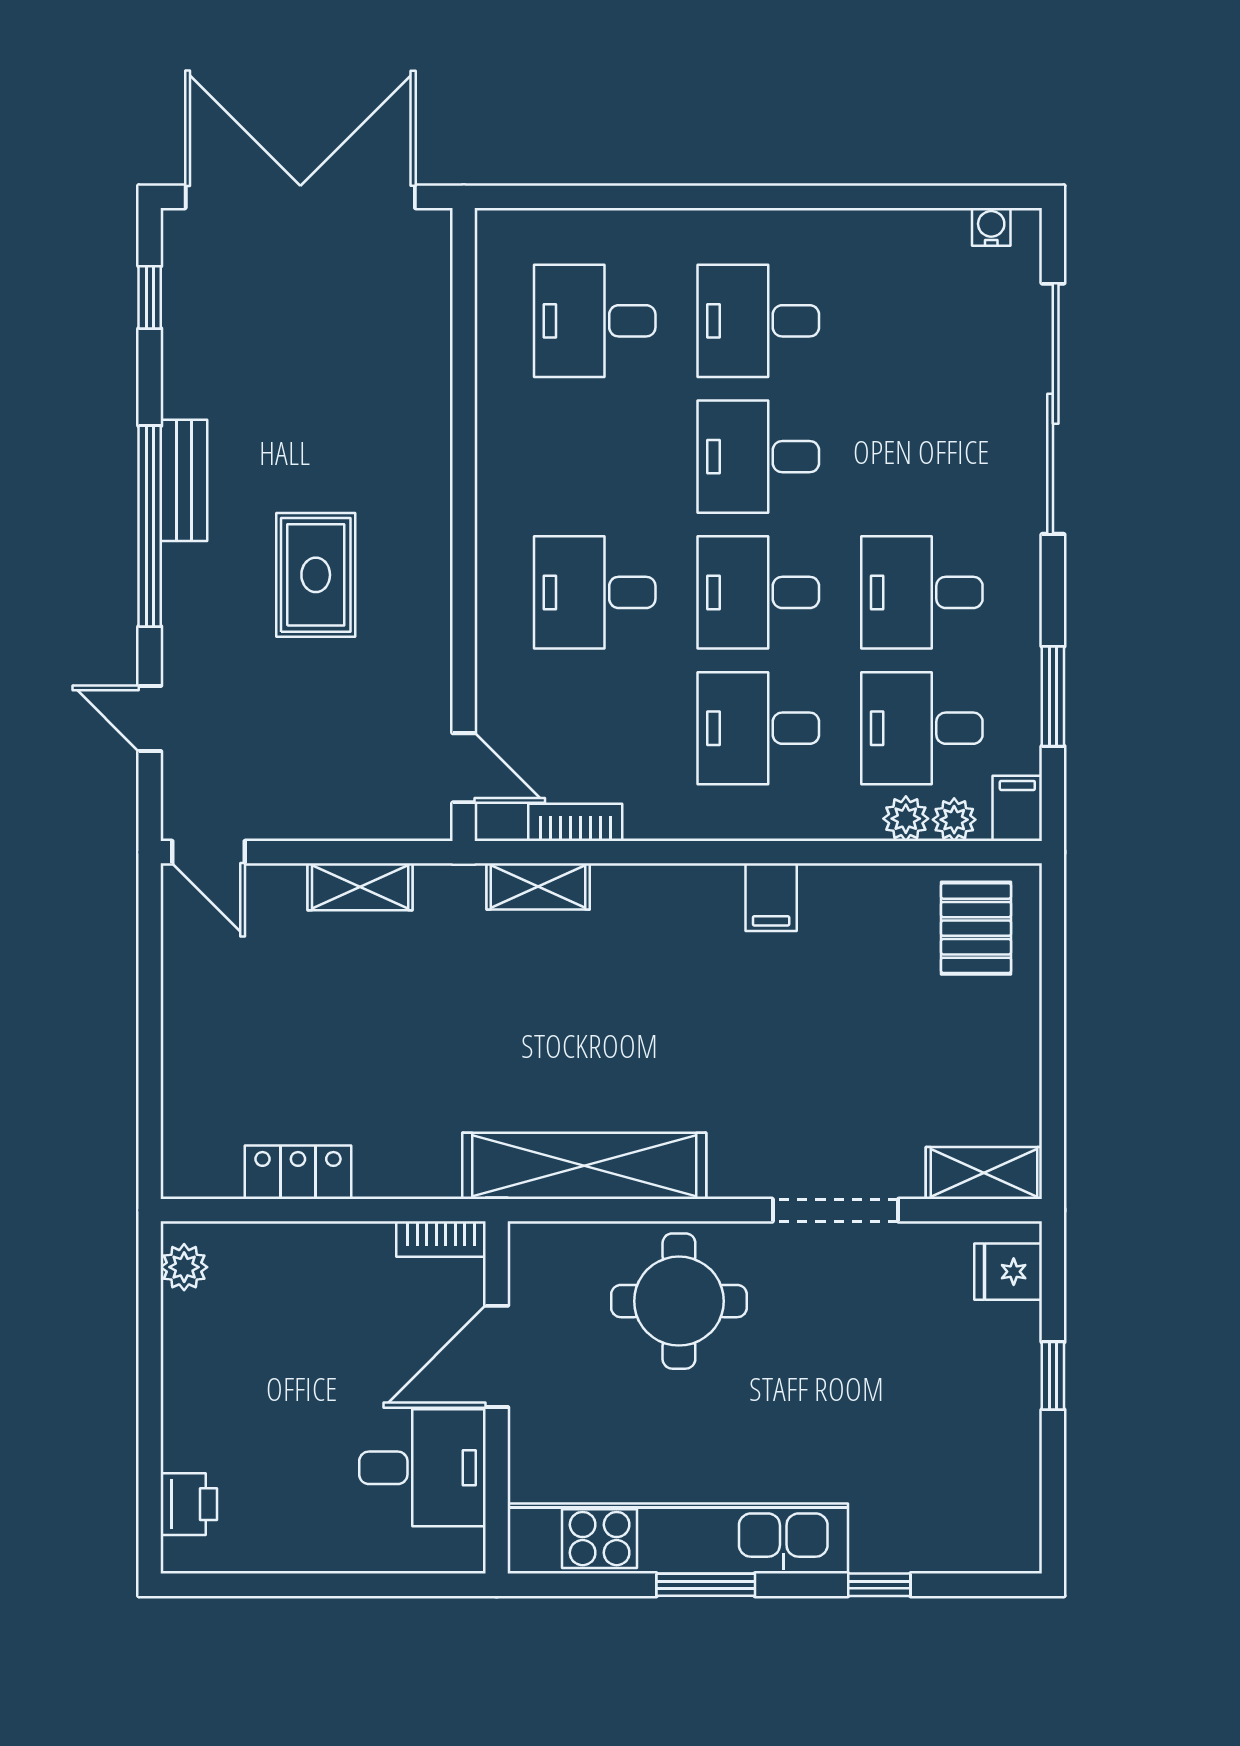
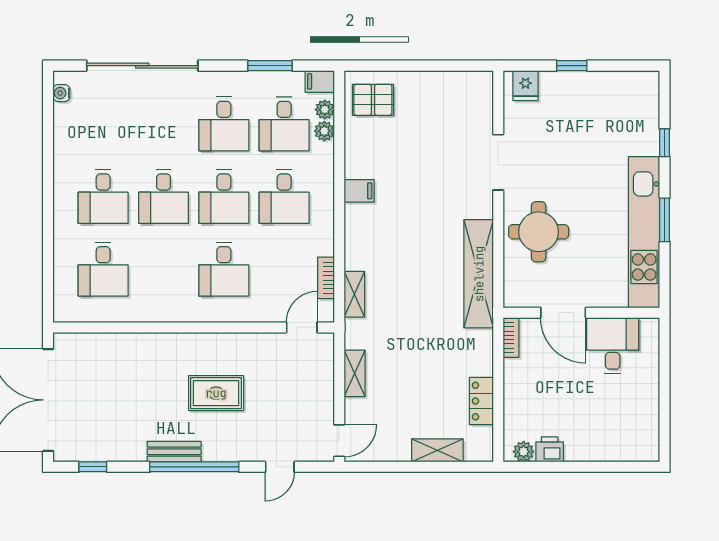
shelving: (984, 1173) -> (437, 450), moved, turned 90
printer: (189, 1504) -> (550, 449), moved

